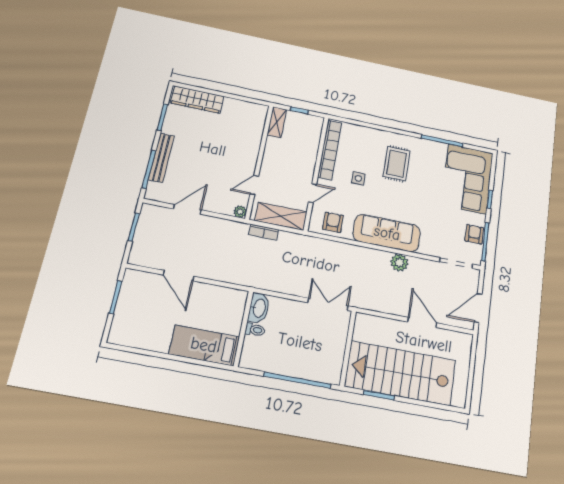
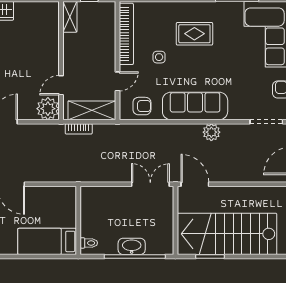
rug: (397, 164) -> (194, 34), turned 90
plant: (240, 212) -> (48, 109), width x1.88, depth x1.88
armchair: (333, 222) -> (142, 106), turned 90
washbasin: (259, 308) -> (132, 246), moved, turned -90
door: (422, 322) -> (195, 184), moved
toilet: (255, 330) -> (89, 243), moved

